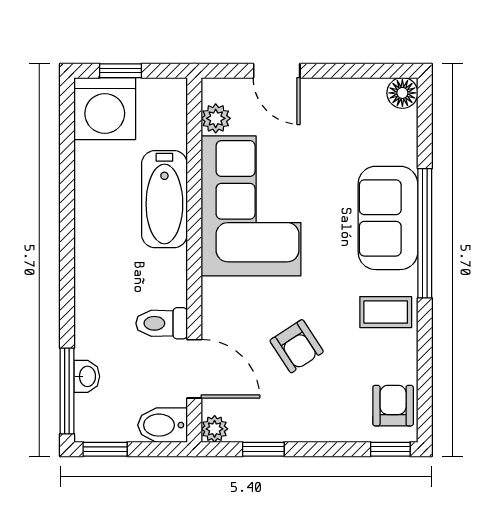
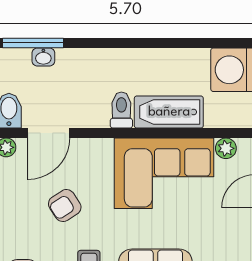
toilet: (162, 323) -> (121, 110), moved

